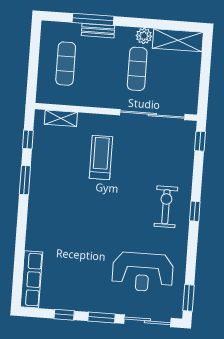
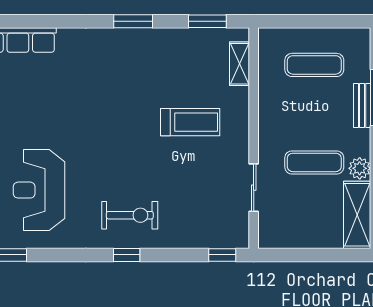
sliding door: (152, 115) -> (254, 188), width x0.54
window: (28, 140) -> (207, 21), width x1.50
window: (25, 180) -> (133, 21), moved

